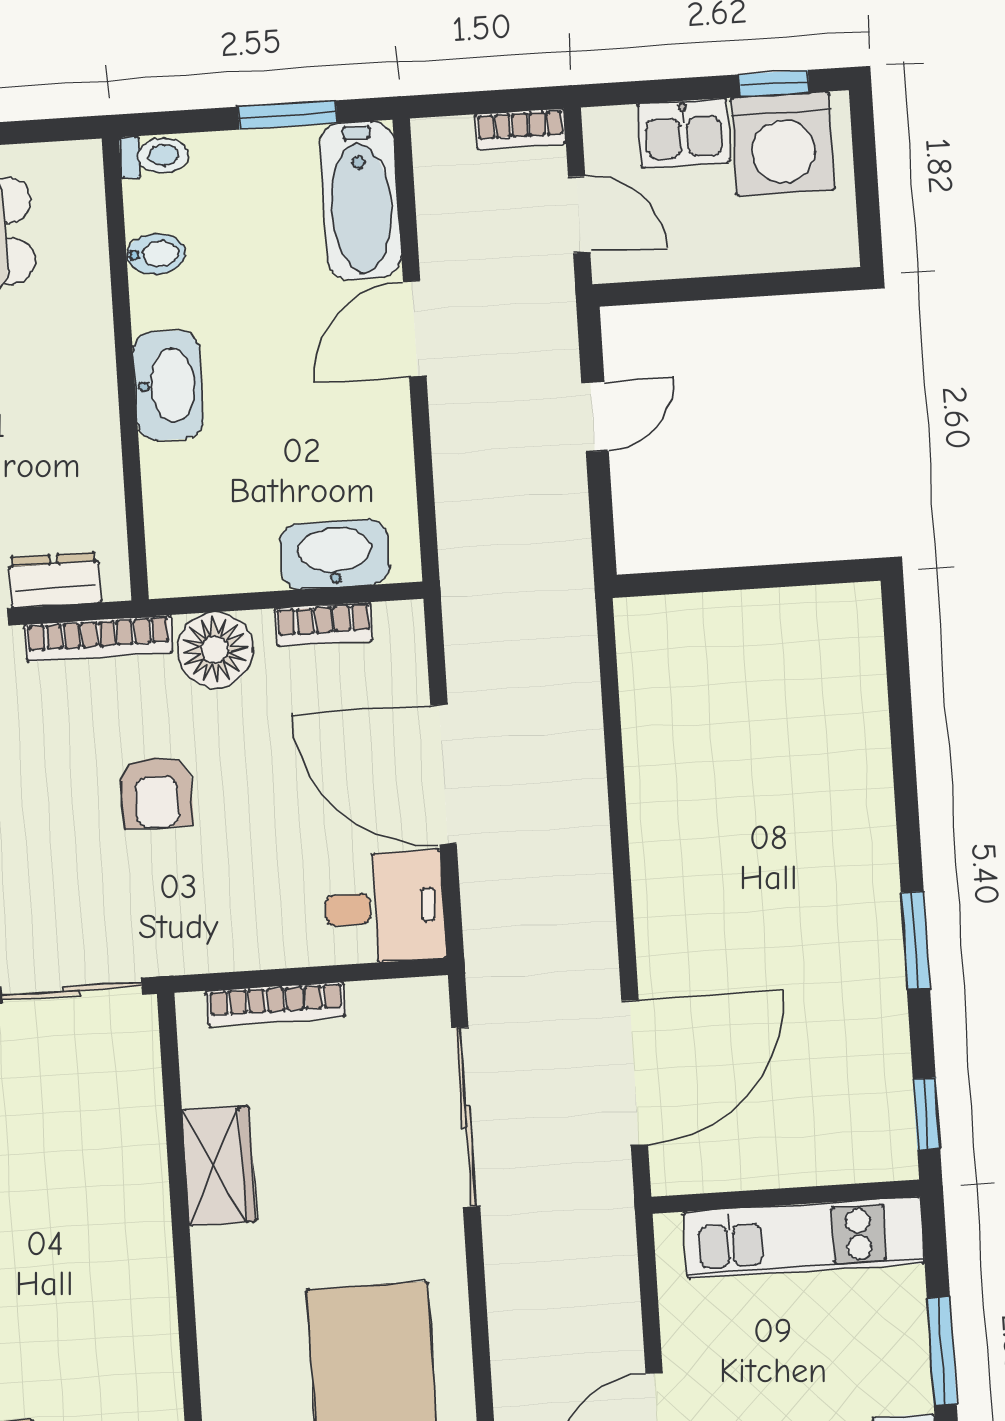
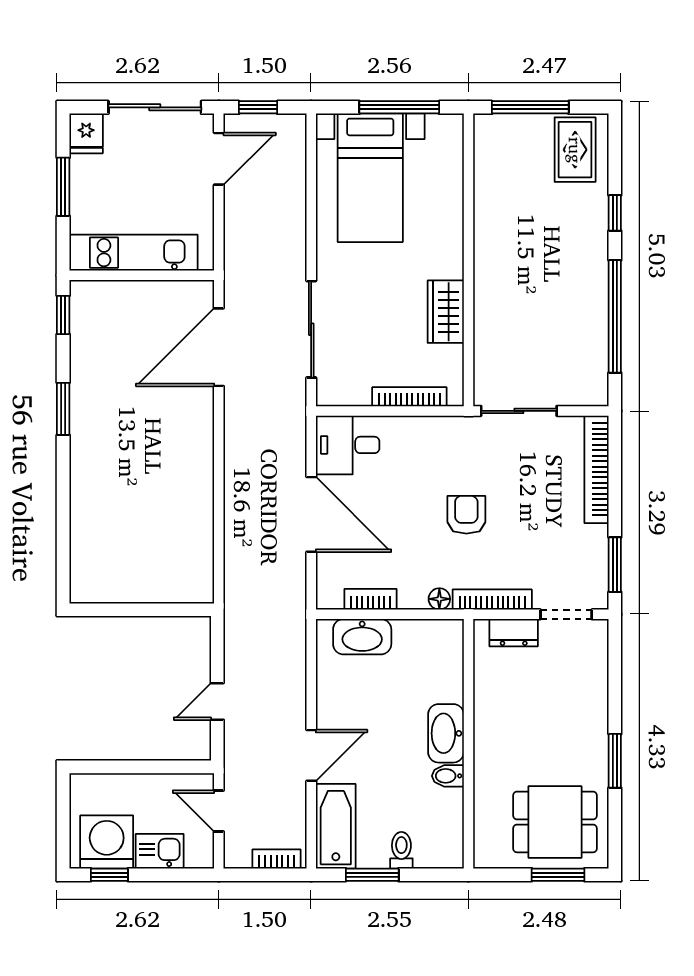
bookcase: (520, 129) -> (277, 859), moved
toilet: (154, 156) -> (401, 850), moved, turned 90
bidet: (156, 254) -> (448, 776), moved
floor lamp: (215, 650) -> (439, 599), width x0.53, depth x0.53

